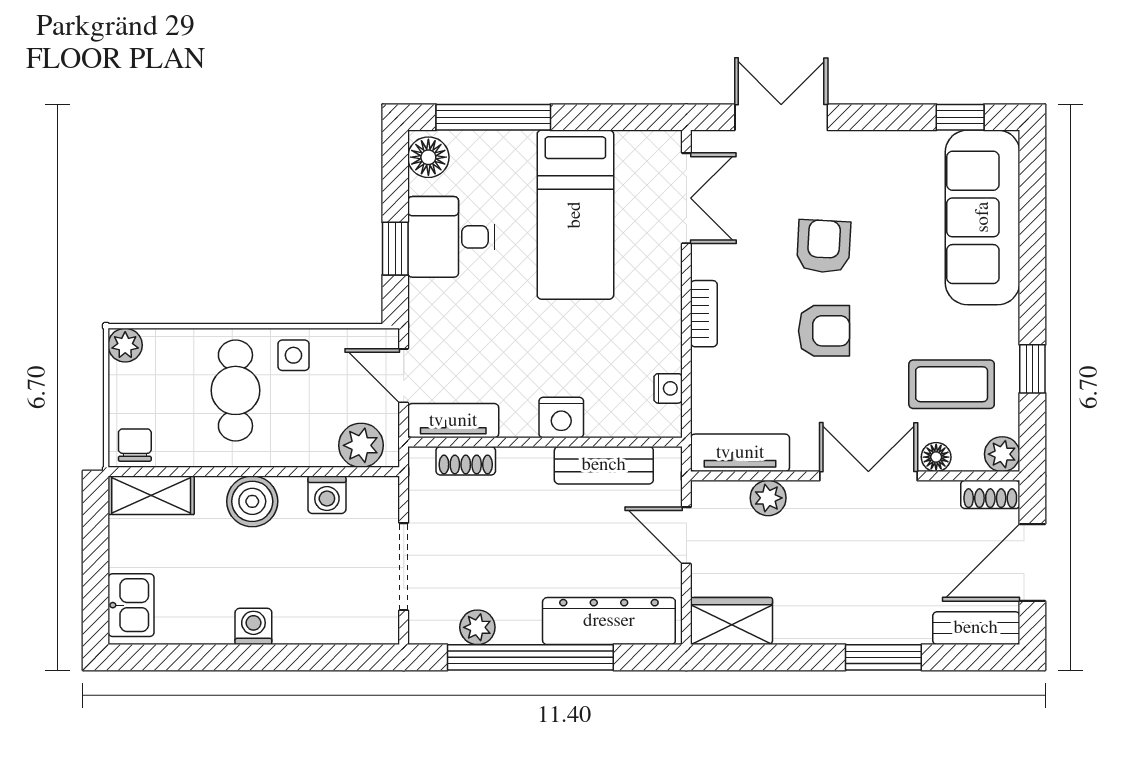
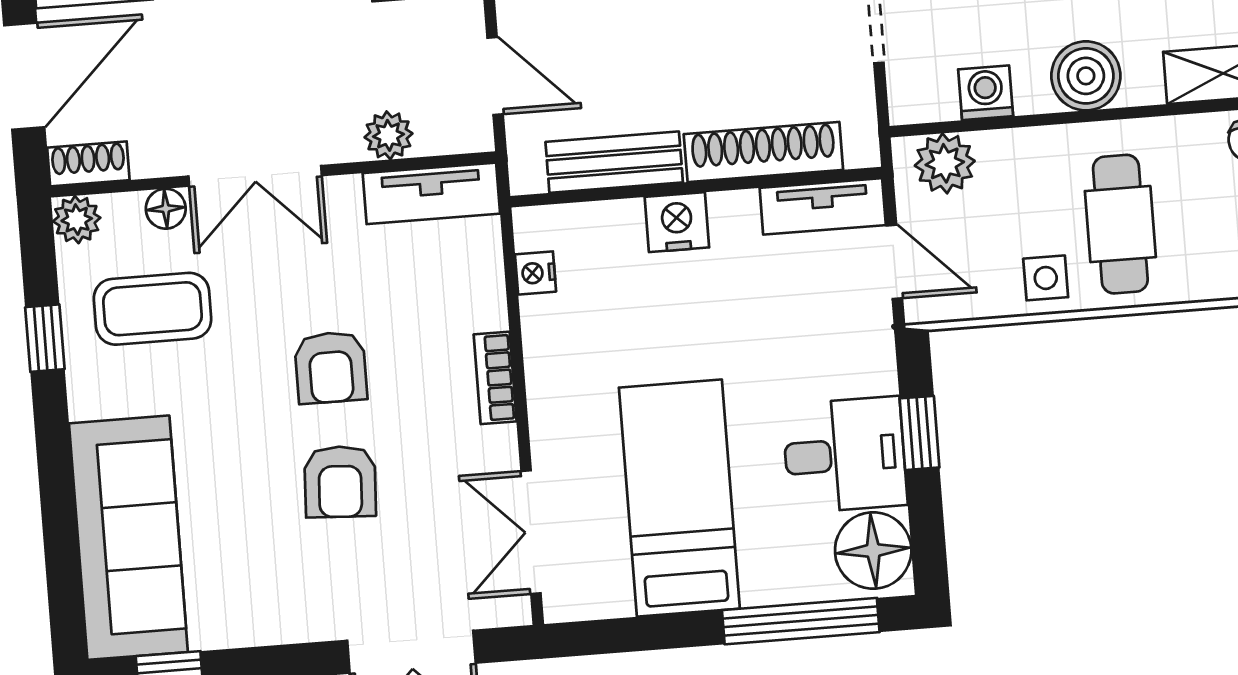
floor lamp: (428, 157) -> (873, 550), width x1.38, depth x1.38
armchair: (824, 331) -> (331, 367), turned -90
shoe rack: (466, 461) -> (763, 152), width x1.94, depth x1.24

